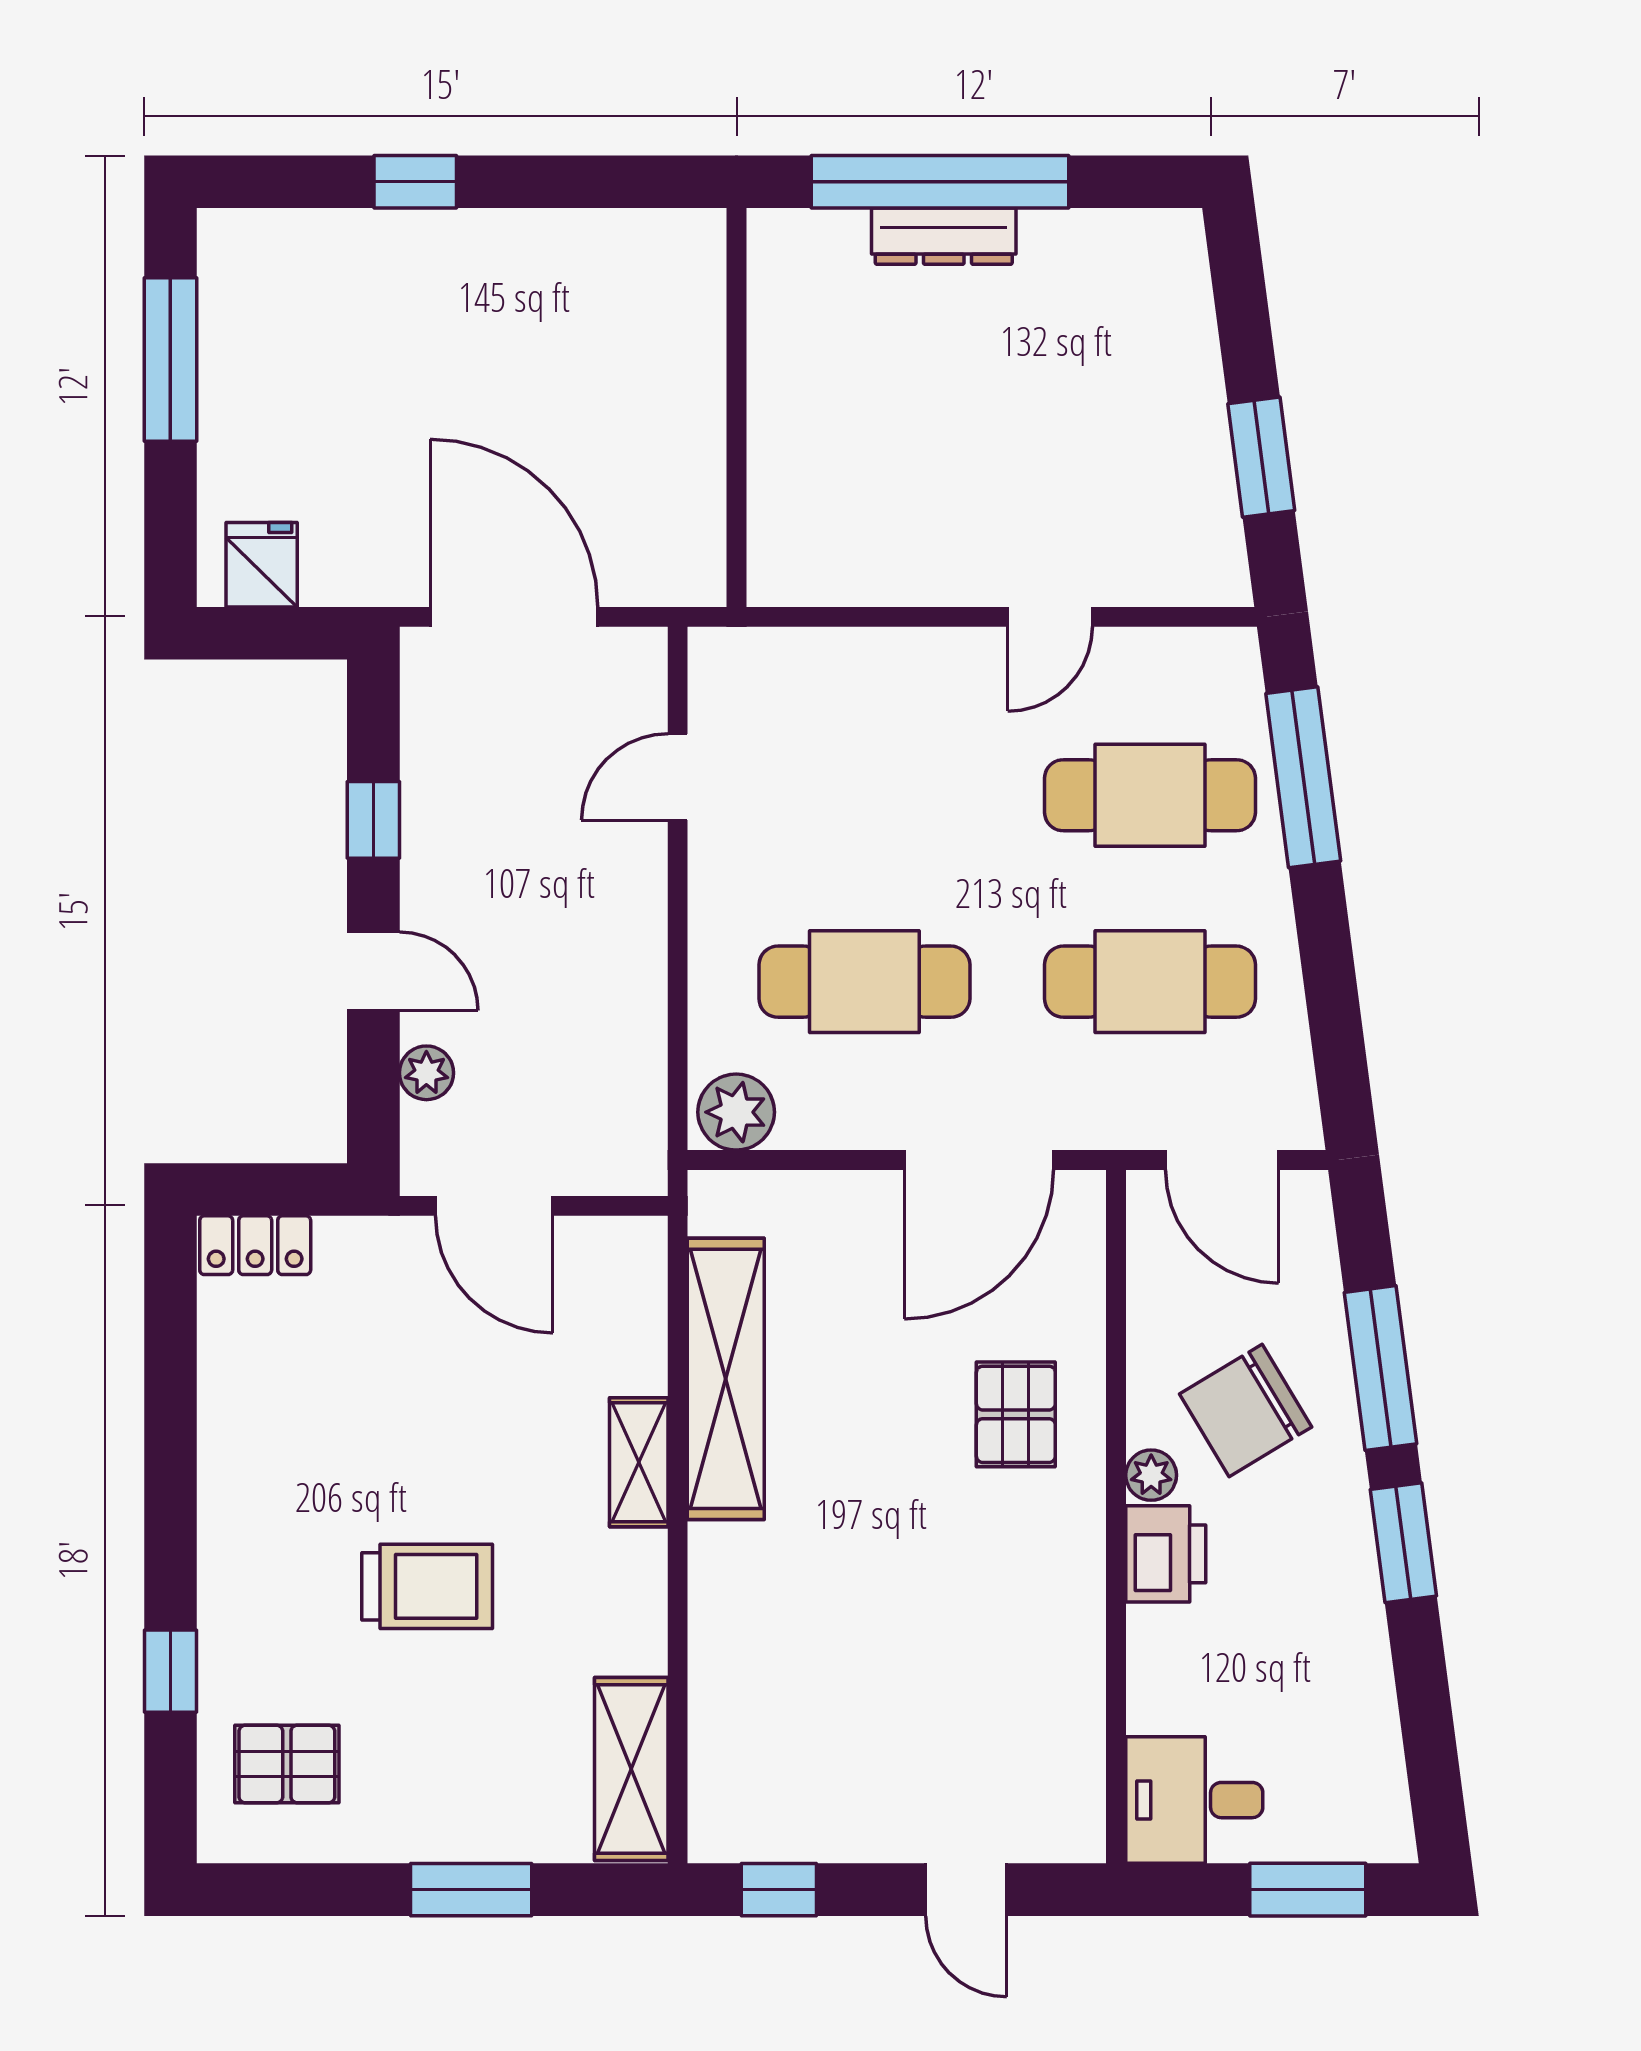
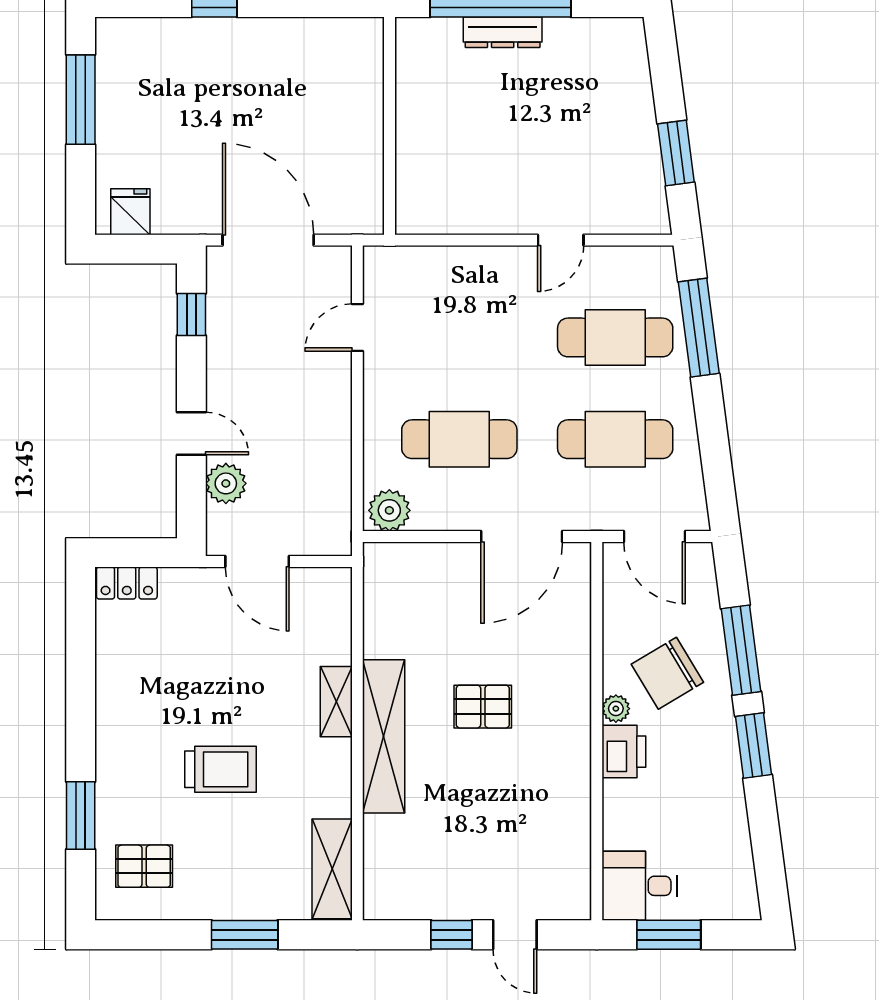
window: (373, 820) -> (191, 315), moved
plant: (426, 1073) -> (226, 483), width x1.38, depth x1.38
shelving: (726, 1379) -> (384, 736), moved
pallet: (1016, 1414) -> (483, 707), moved, turned 90
window: (170, 1671) -> (81, 815), width x1.50
window: (779, 1890) -> (452, 935), moved
window: (1308, 1890) -> (669, 935), moved

